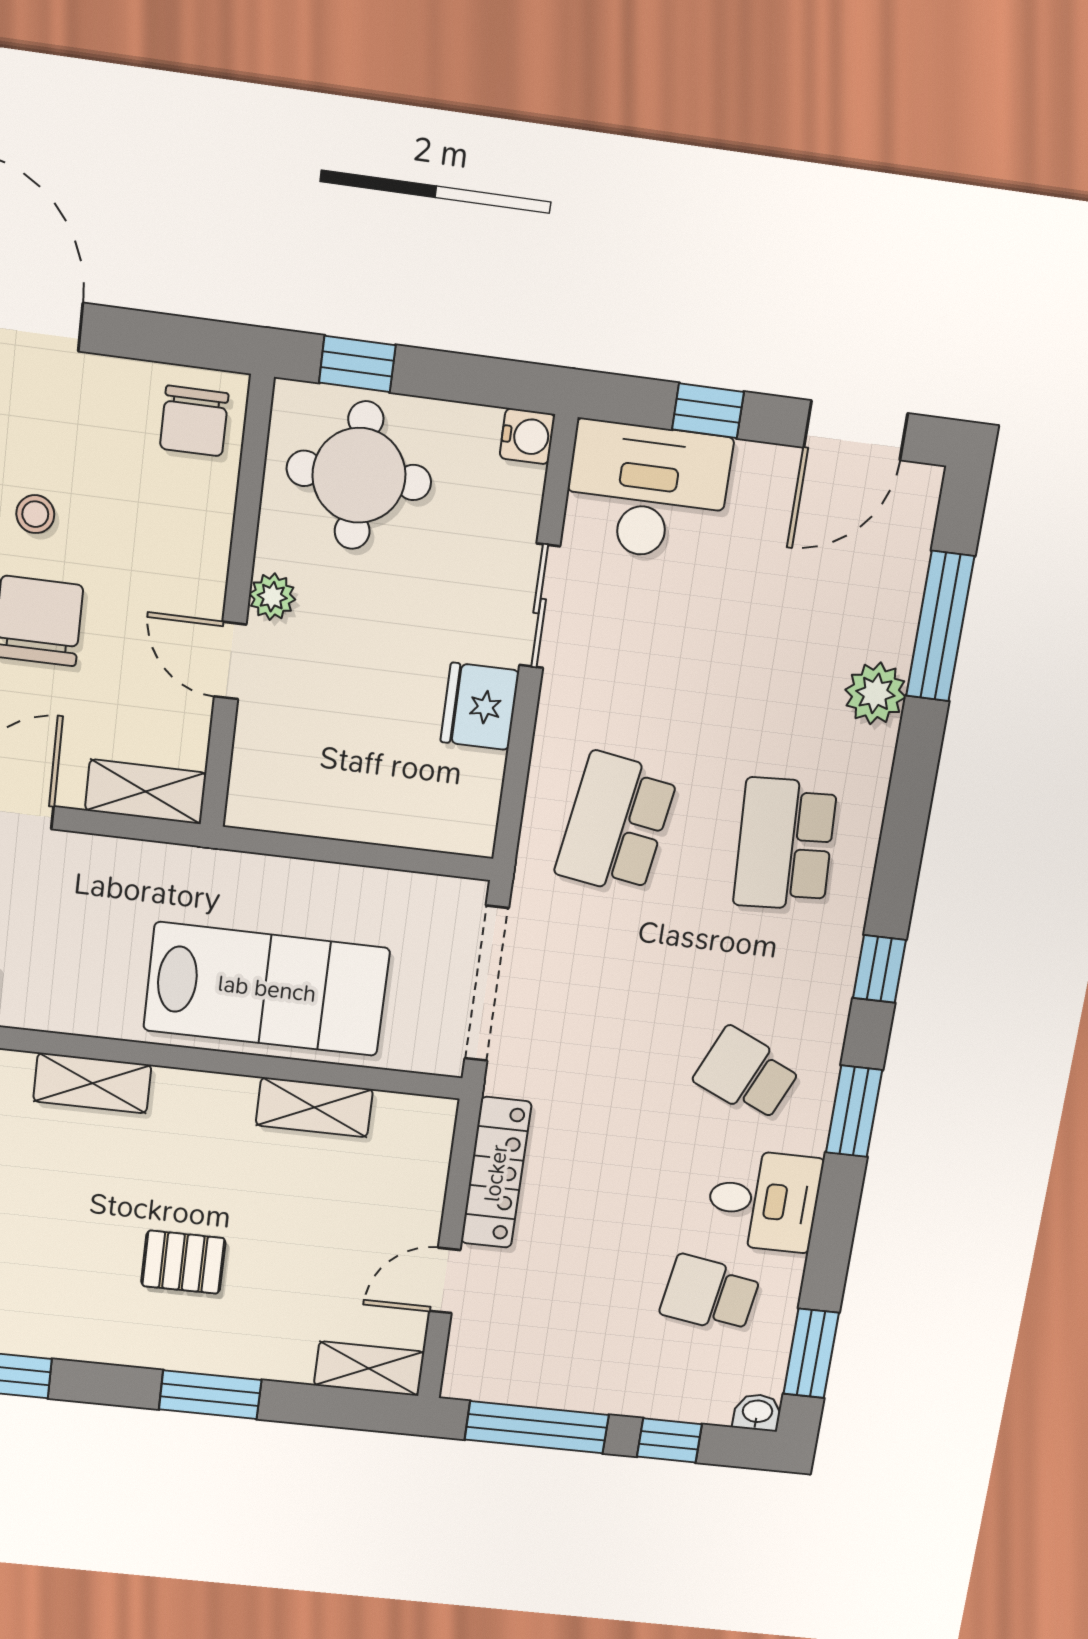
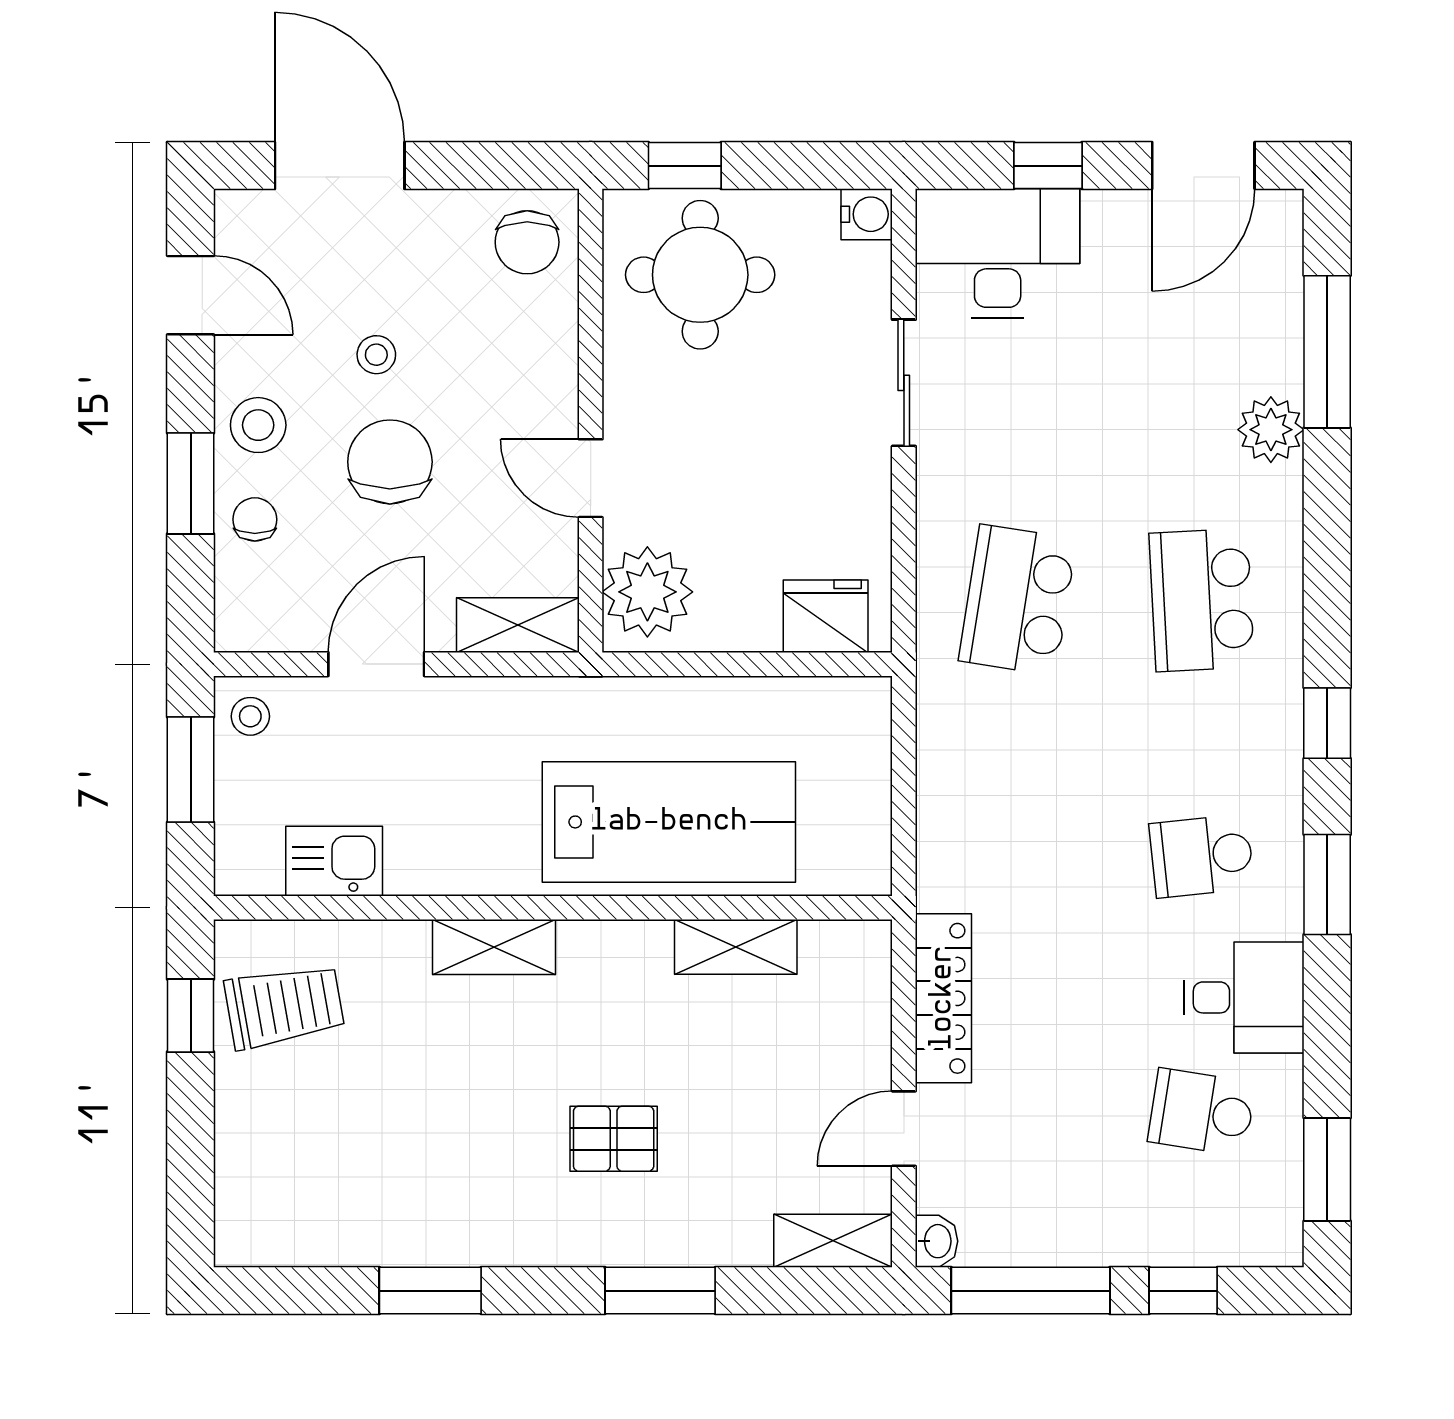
plant: (272, 597) -> (647, 592), moved, width x1.88, depth x1.88
fridge: (480, 706) -> (826, 616), moved, turned 90
doorway: (487, 984) -> (904, 789), removed
school desk: (747, 1074) -> (1202, 856), turned -30
washbasin: (757, 1412) -> (937, 1241), moved, turned 90

